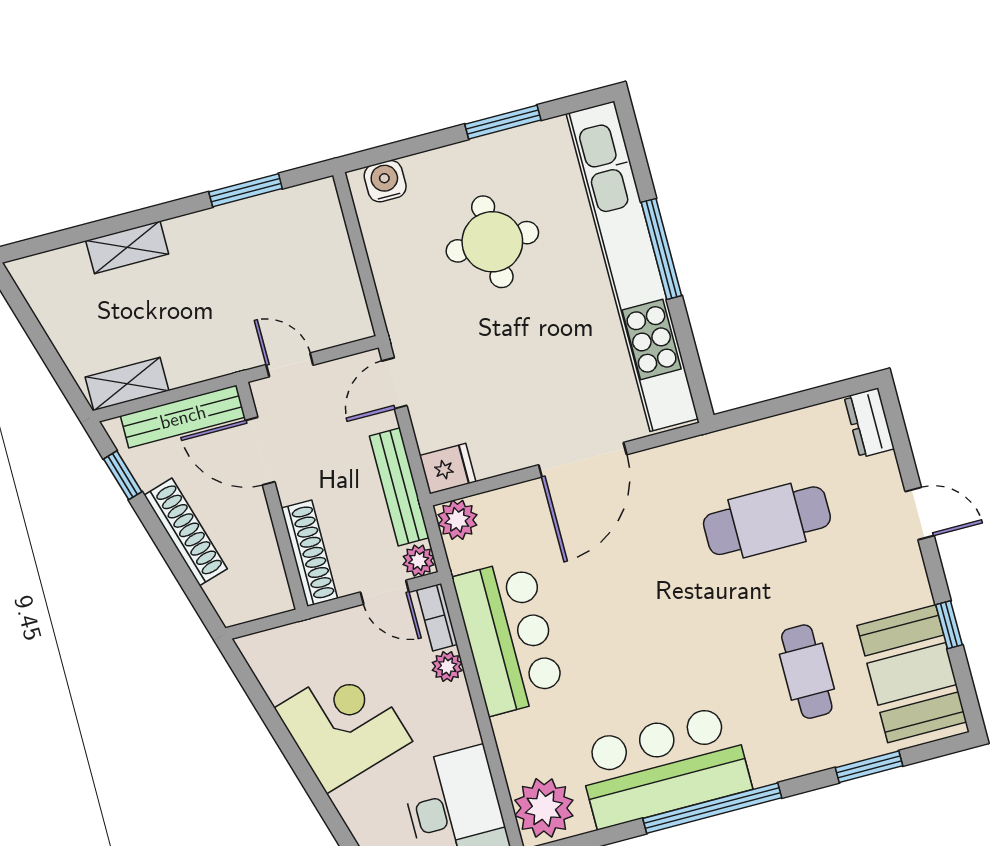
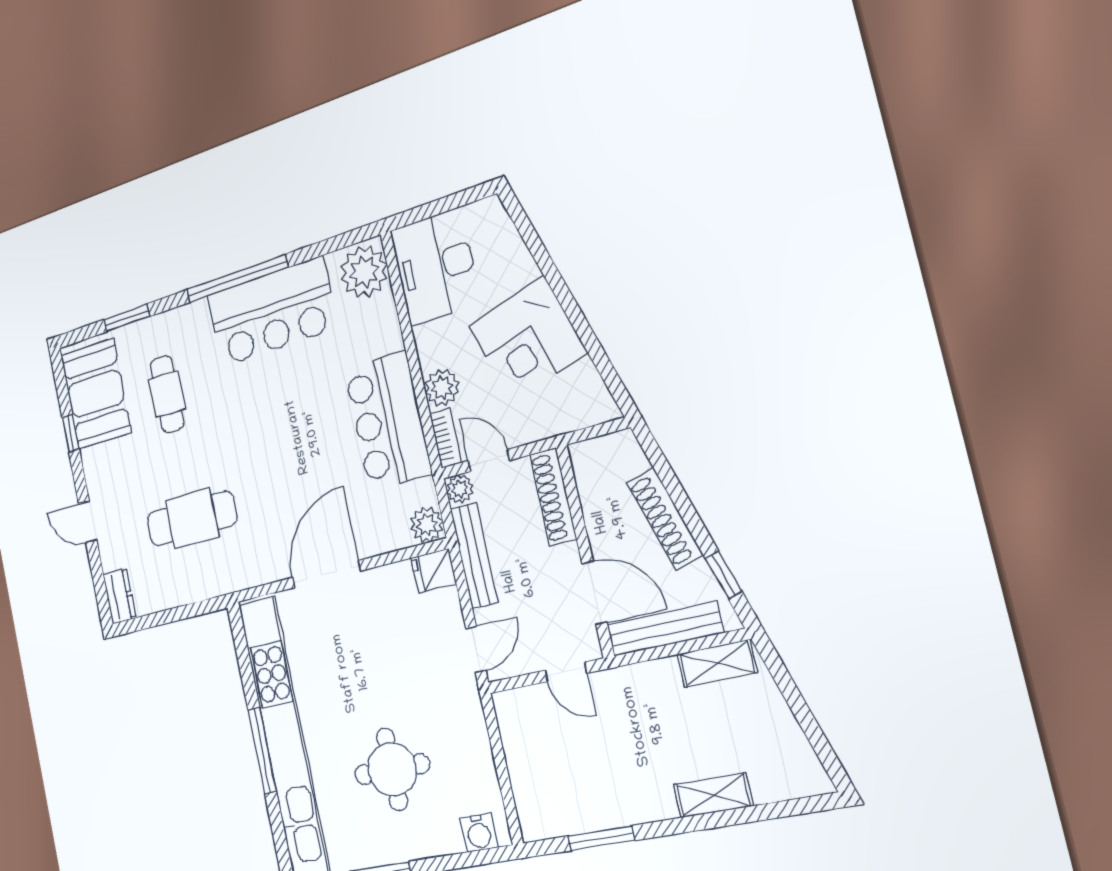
plant: (447, 667) -> (442, 388), width x1.38, depth x1.38

